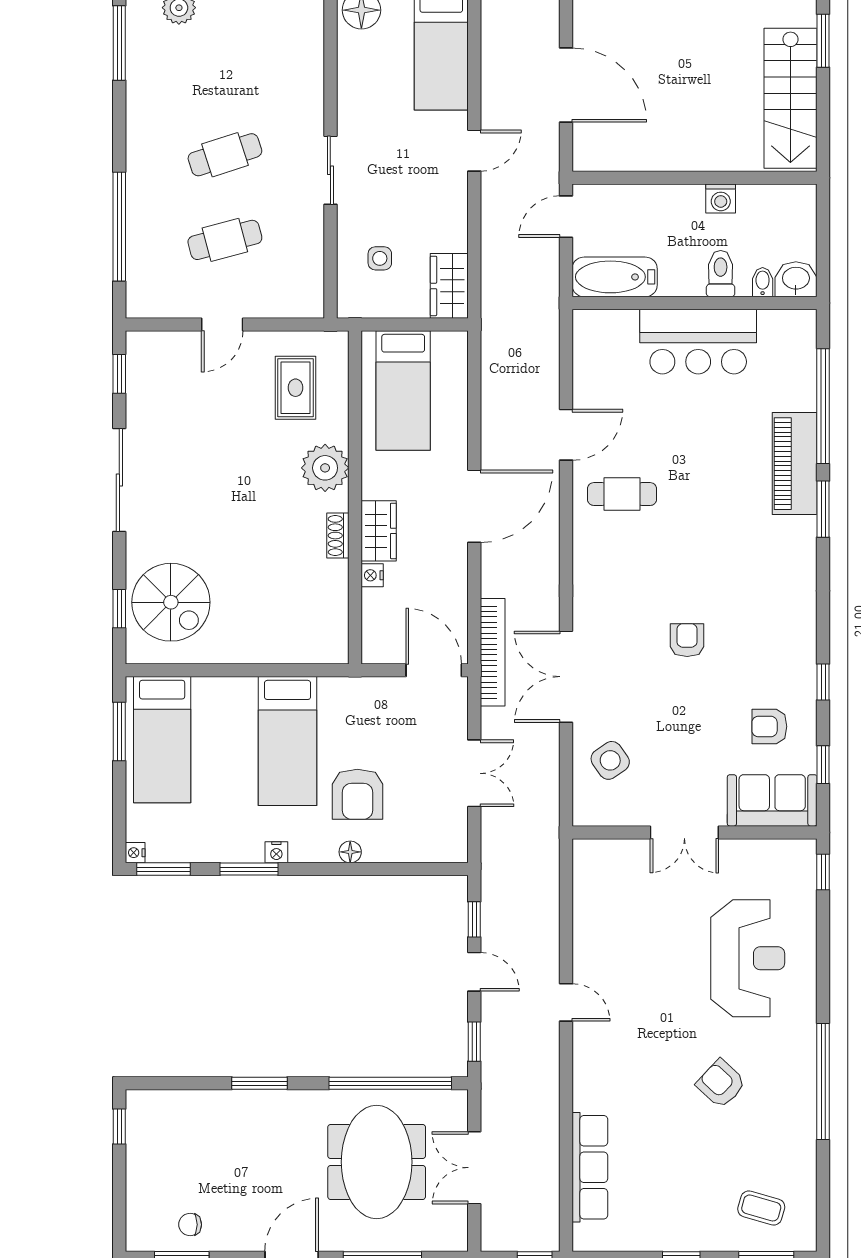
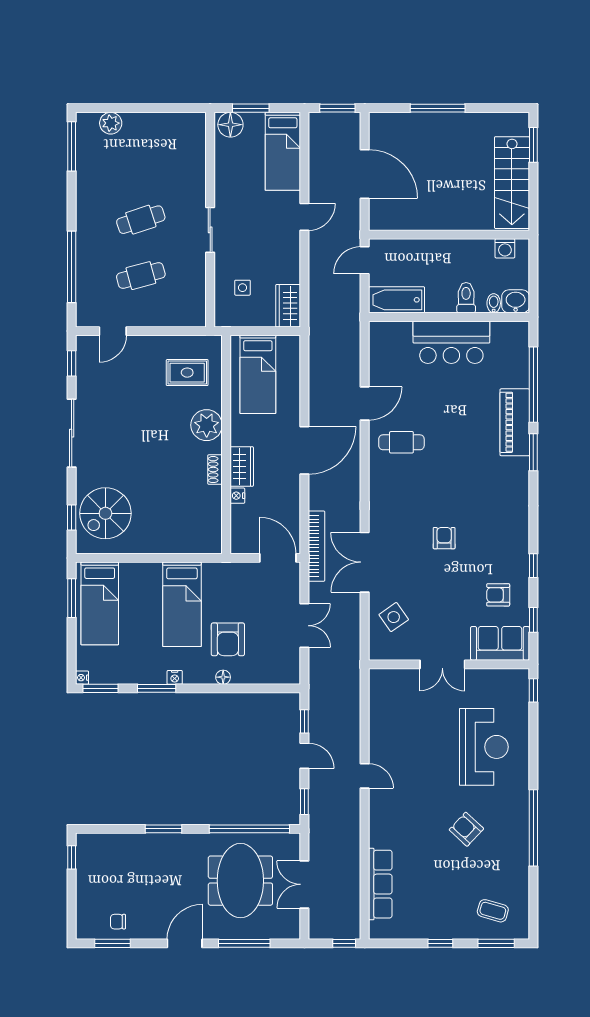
washing machine: (721, 198) -> (505, 248), moved
door: (222, 325) -> (113, 331), moved
rug: (295, 388) -> (187, 373), turned 90
spiral stairs: (171, 602) -> (105, 513), turned 90

